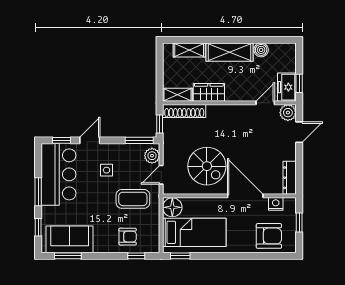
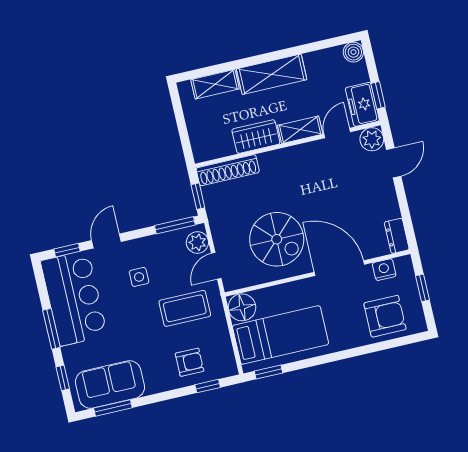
boiler: (261, 50) -> (353, 52), moved
shelving: (177, 95) -> (300, 130), moved
dresser: (290, 178) -> (397, 236), width x0.70

